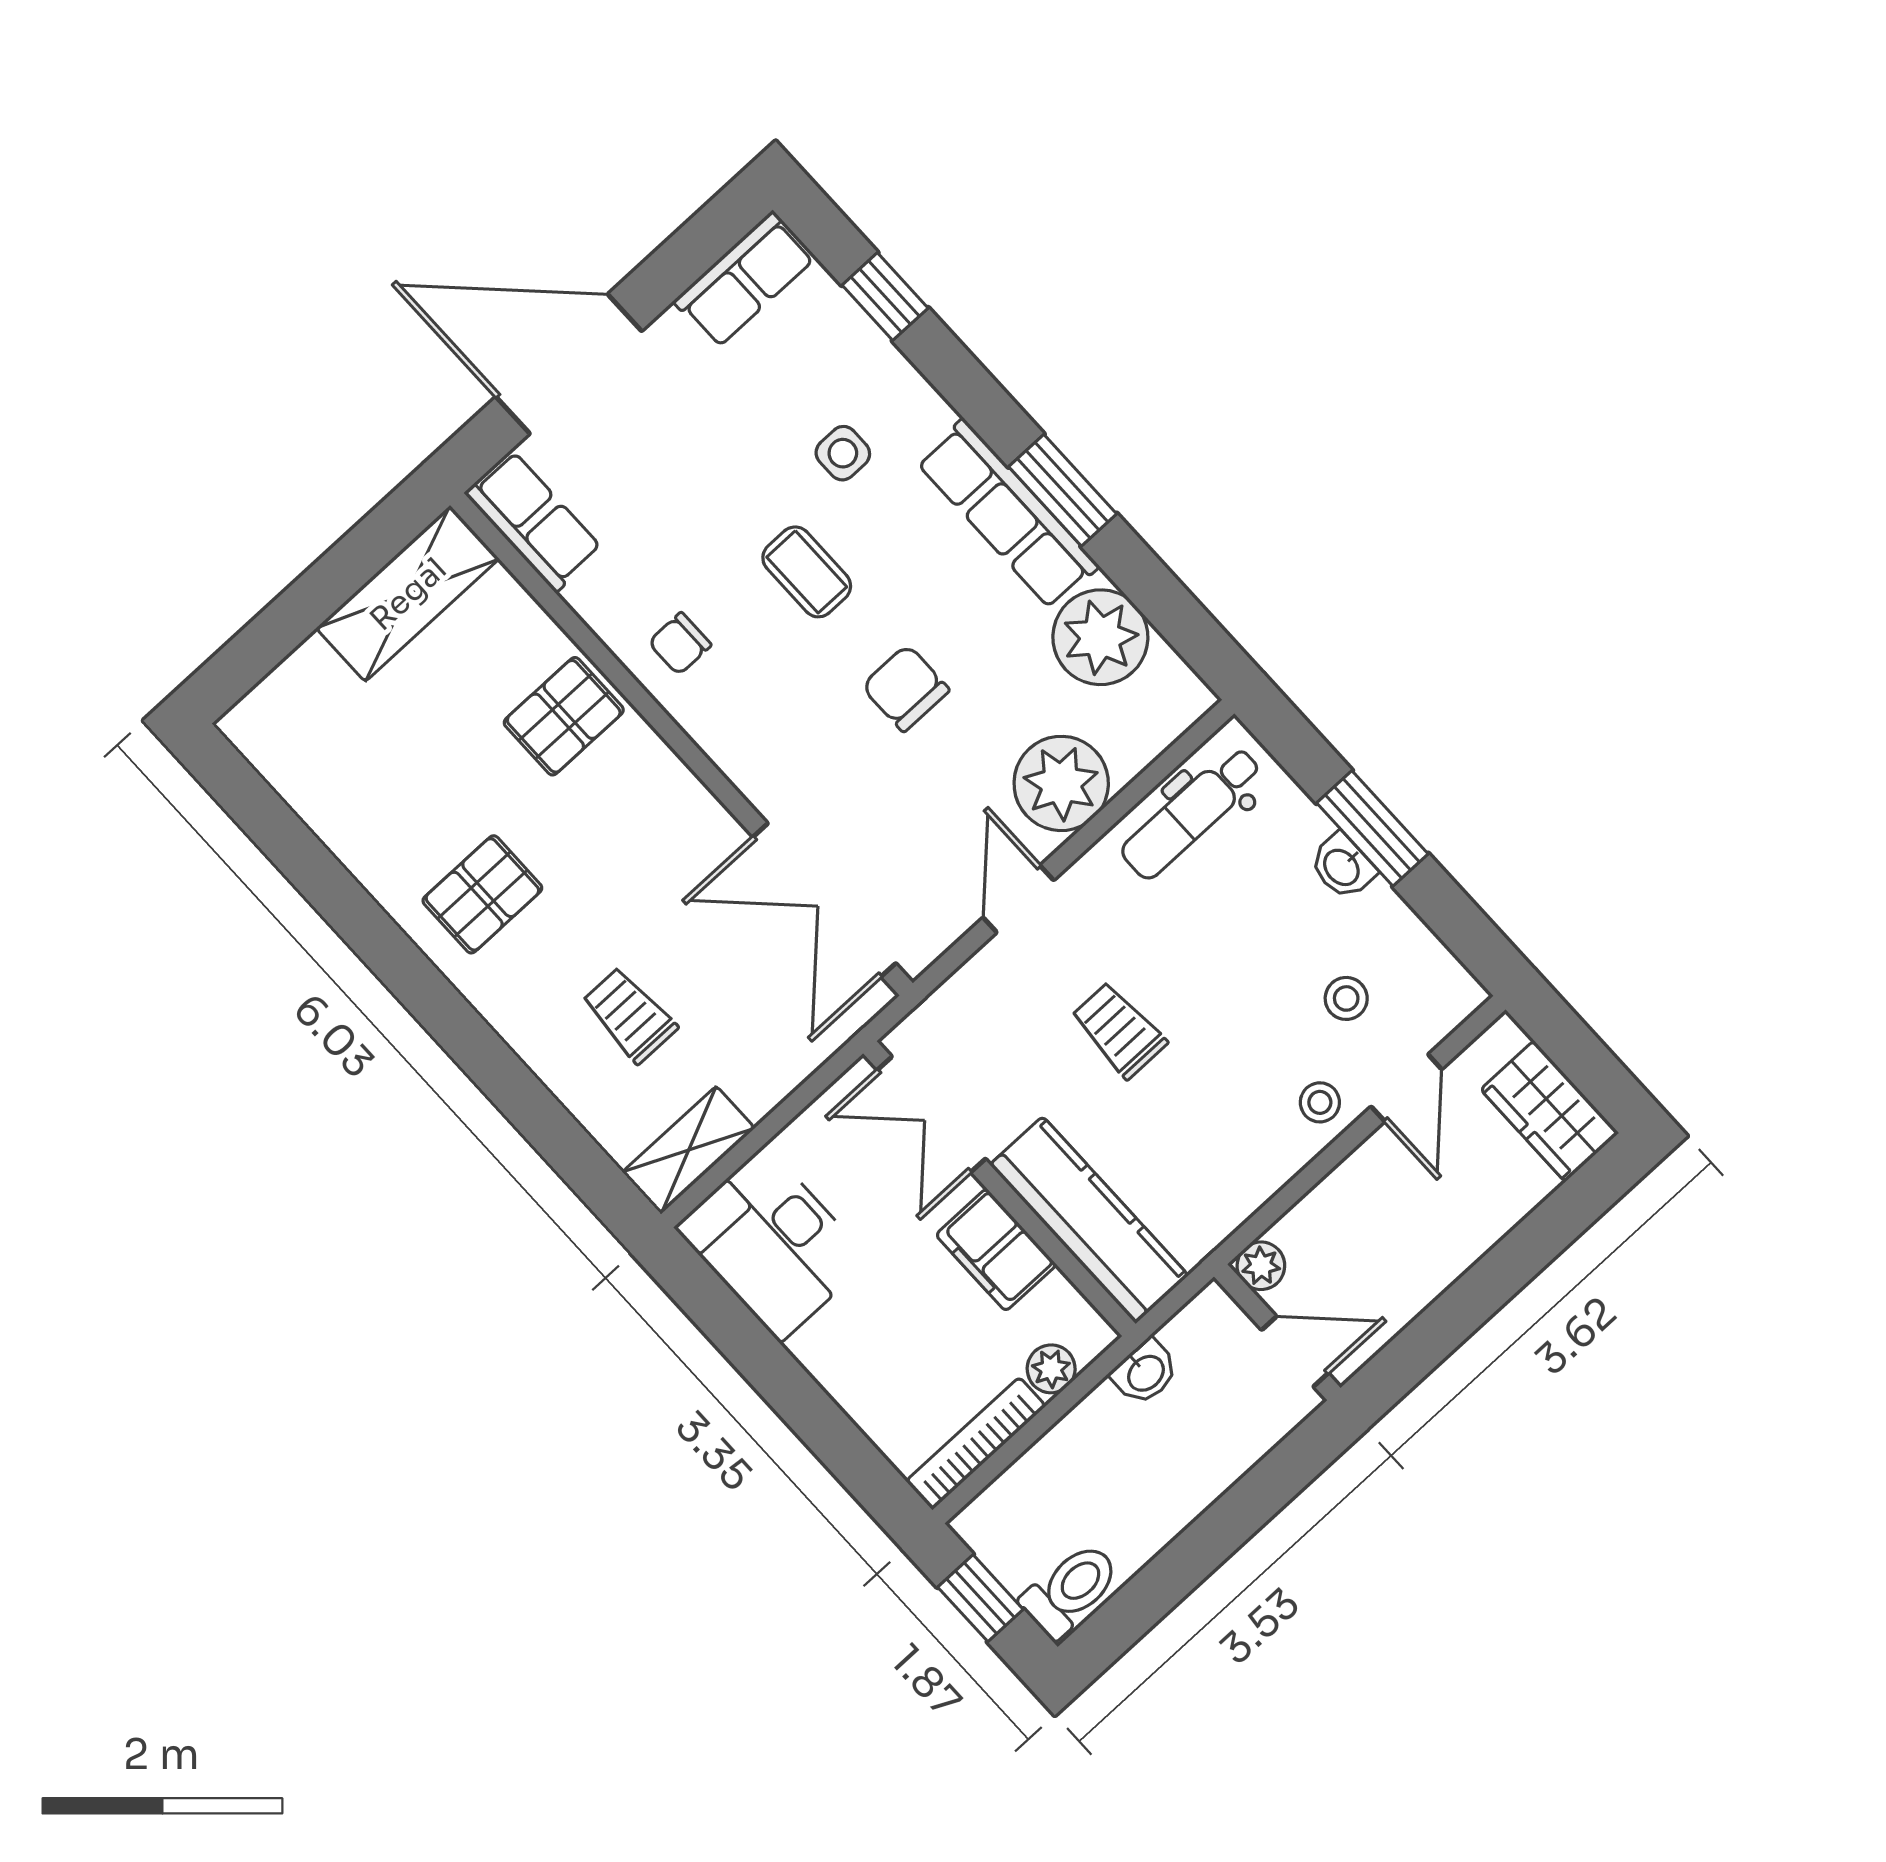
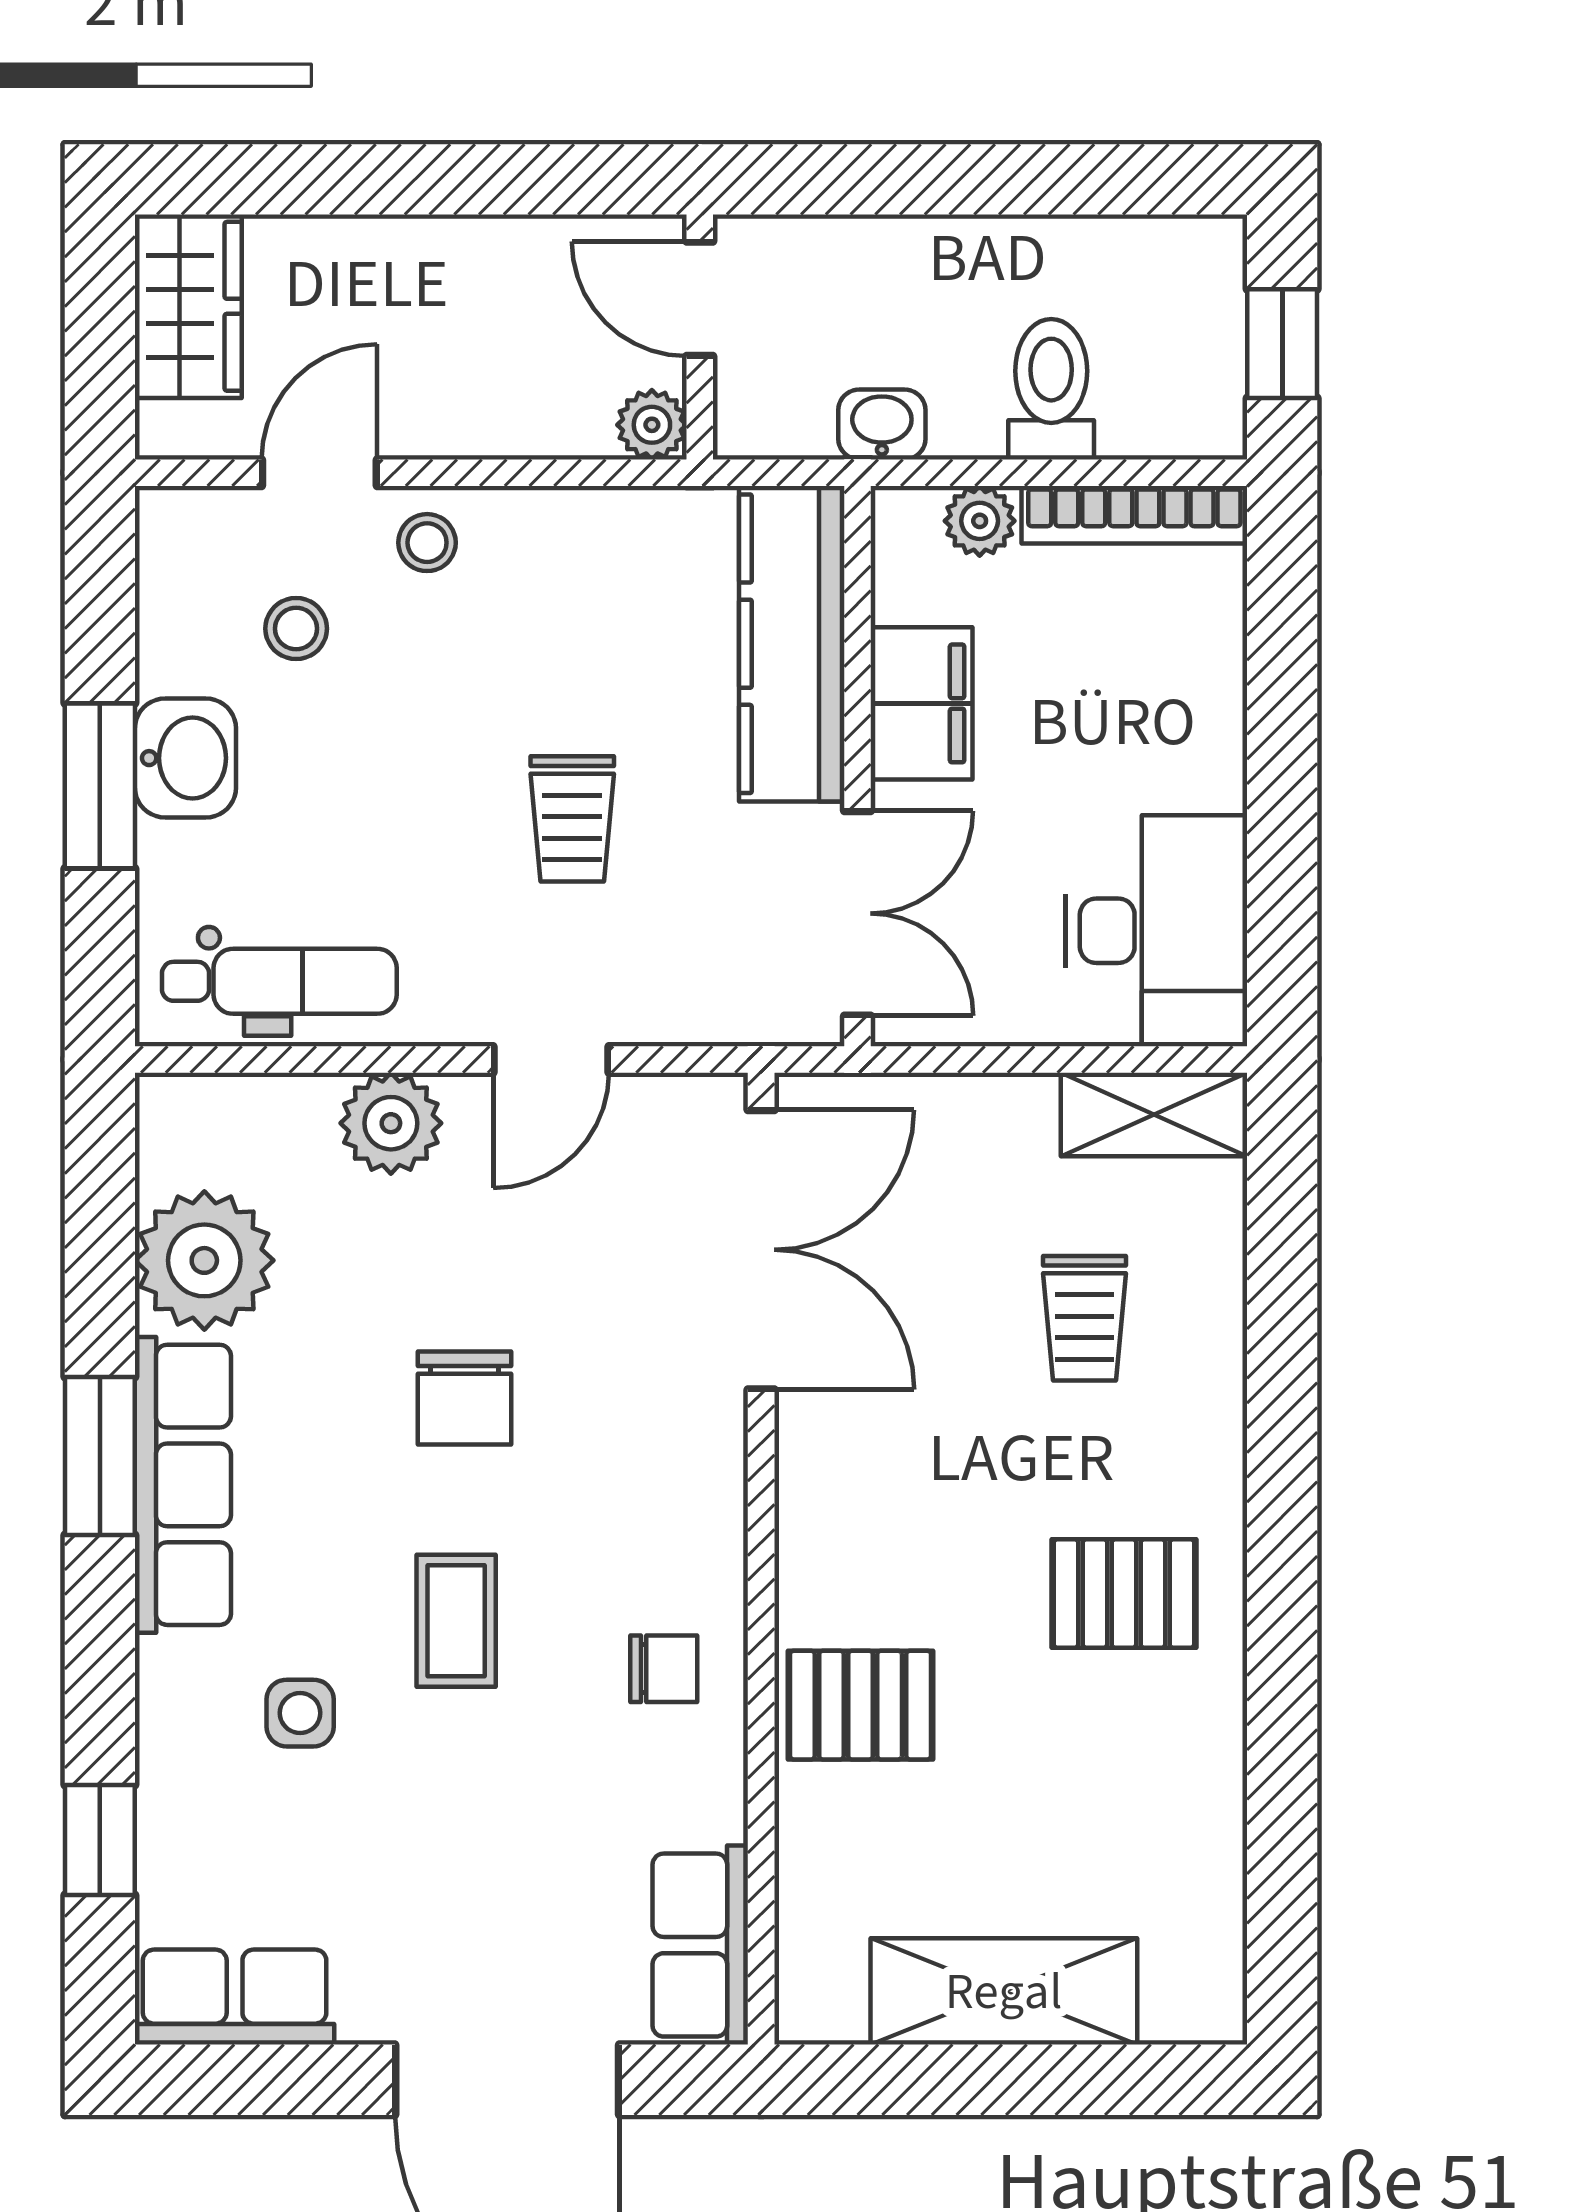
shelving: (408, 594) -> (1004, 1991), moved
plant: (1061, 783) -> (391, 1123), width x0.73, depth x0.73
washbasin: (1342, 866) -> (185, 758), width x1.38, depth x1.45
toilet: (1071, 1590) -> (1051, 389), moved, turned 90

